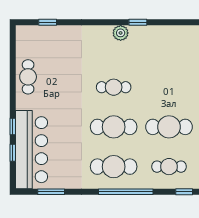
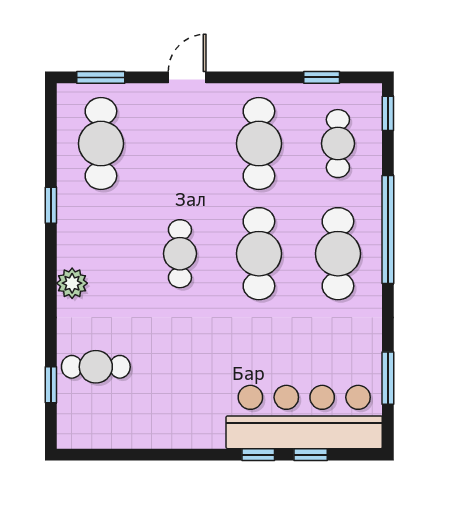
plant: (121, 33) -> (72, 283), moved
cafe table: (169, 47) -> (101, 144), added
cafe table: (28, 77) -> (96, 367), moved

